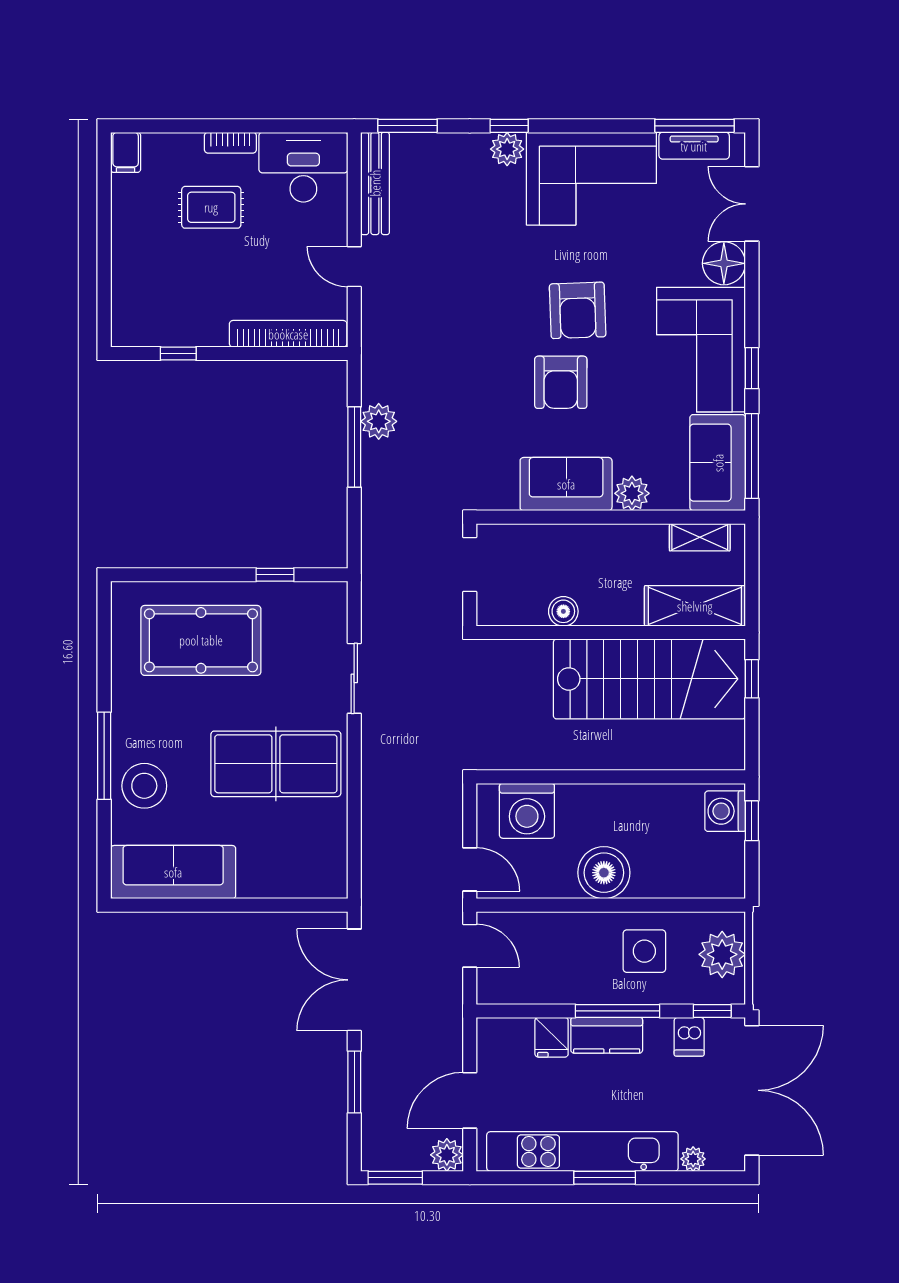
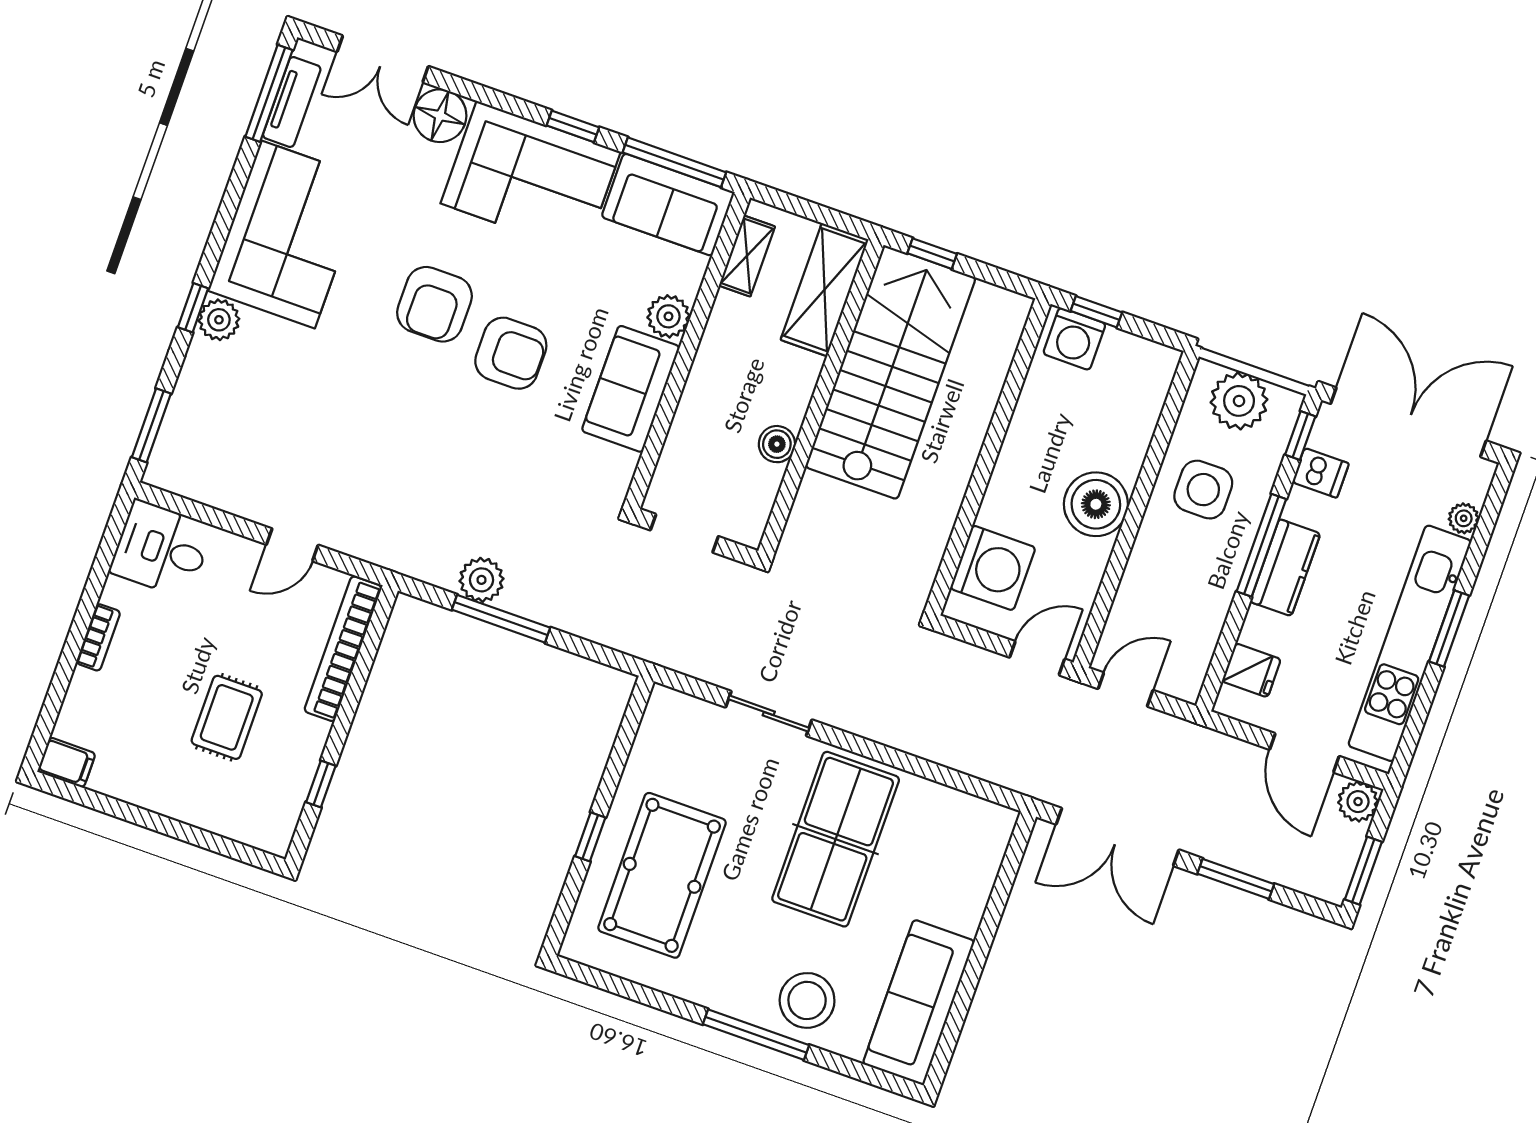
desk: (303, 167) -> (161, 549), width x0.73
bench: (375, 183) -> (205, 487), removed
rug: (211, 207) -> (227, 717), moved
armchair: (578, 310) -> (434, 304), turned 92
window: (275, 575) -> (590, 837), moved
fridge: (552, 1037) -> (1251, 670), moved

